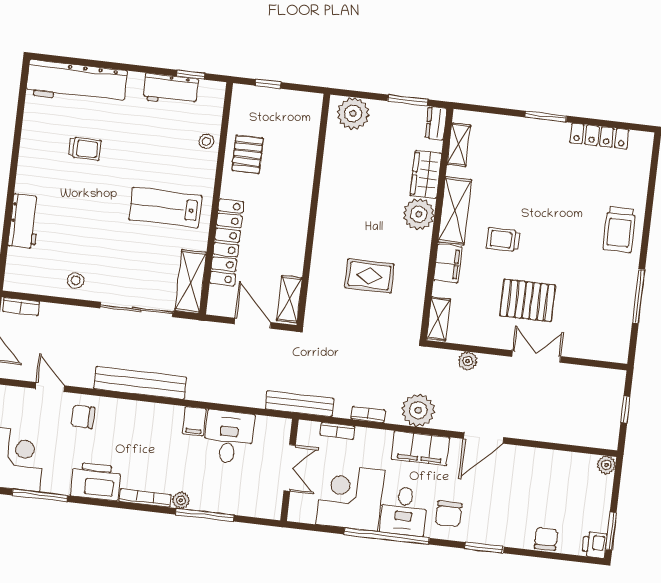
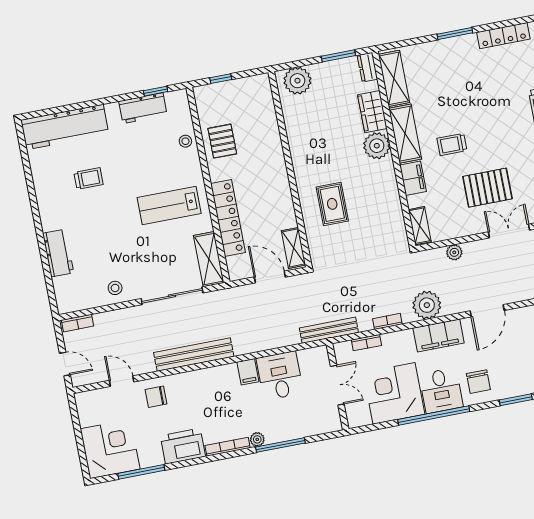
shelving: (459, 145) -> (394, 78), width x1.50, depth x1.33
rug: (369, 276) -> (332, 204), moved, turned 90

